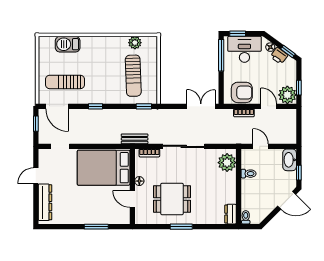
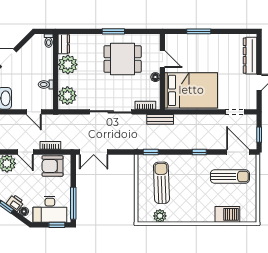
plant: (227, 194) -> (68, 65), added

